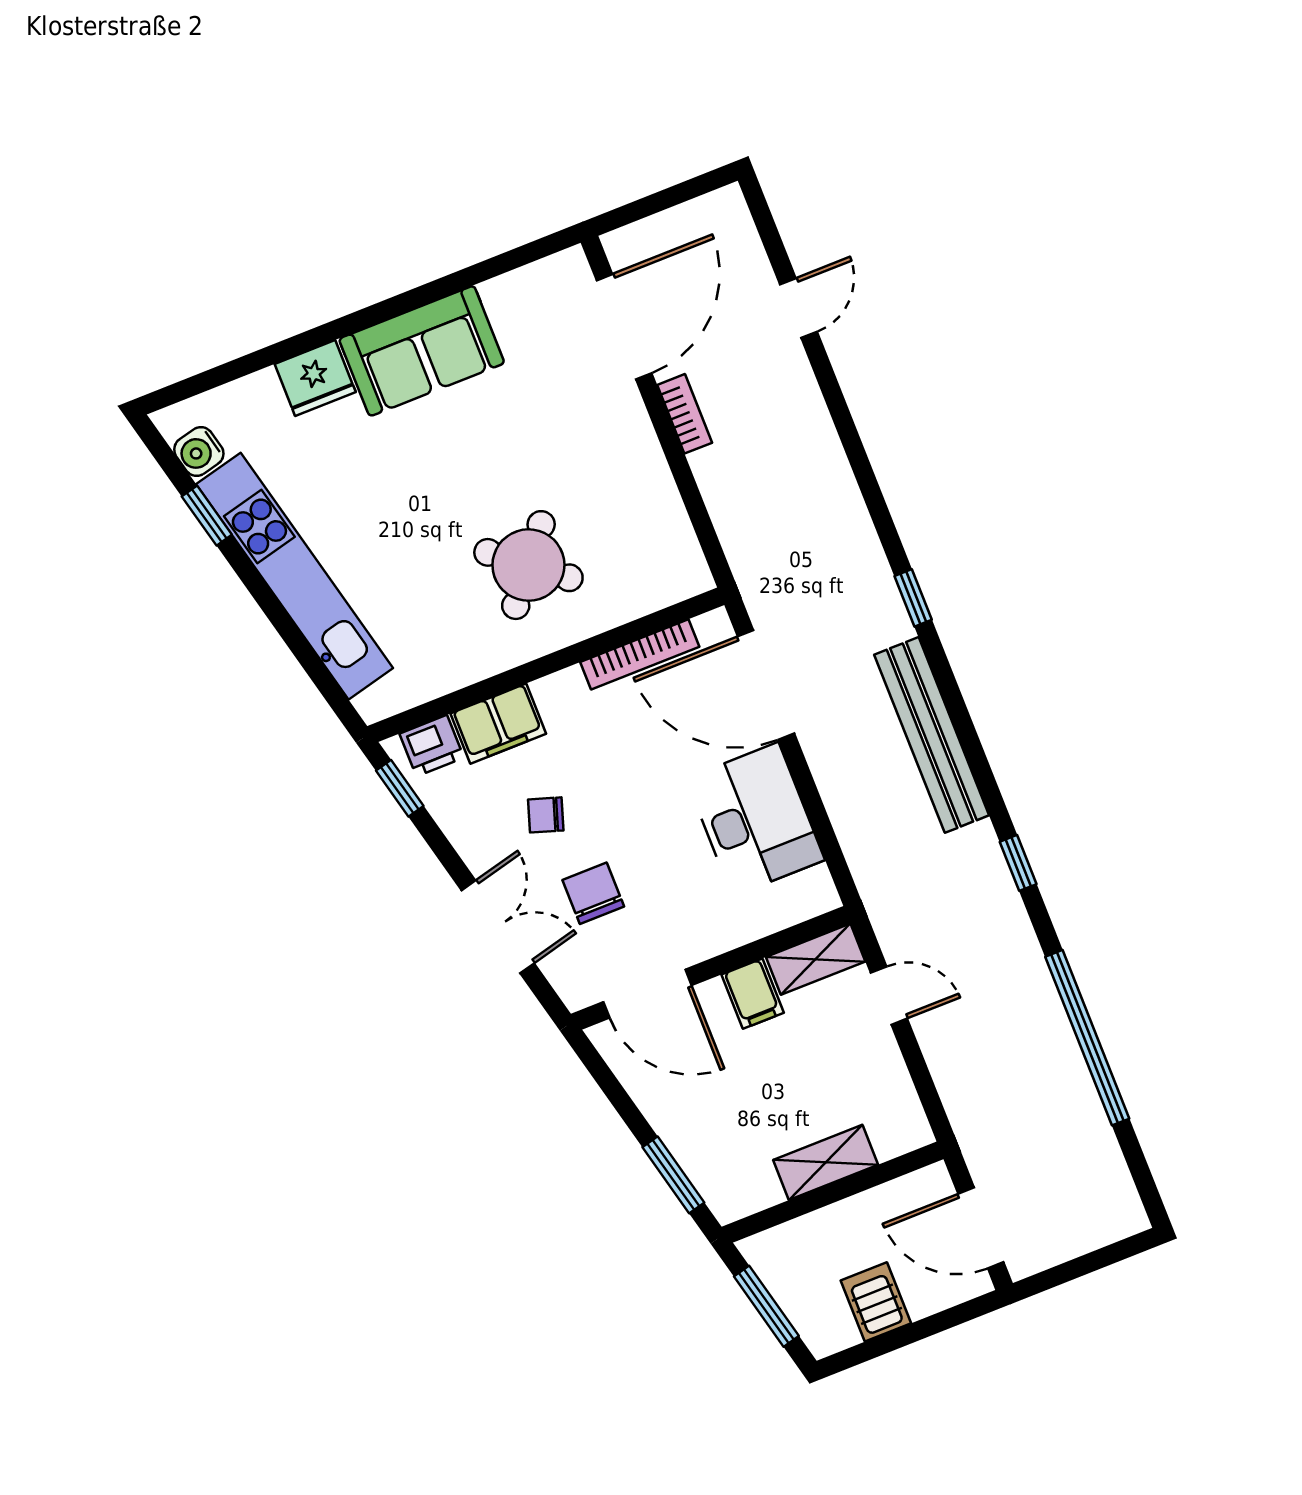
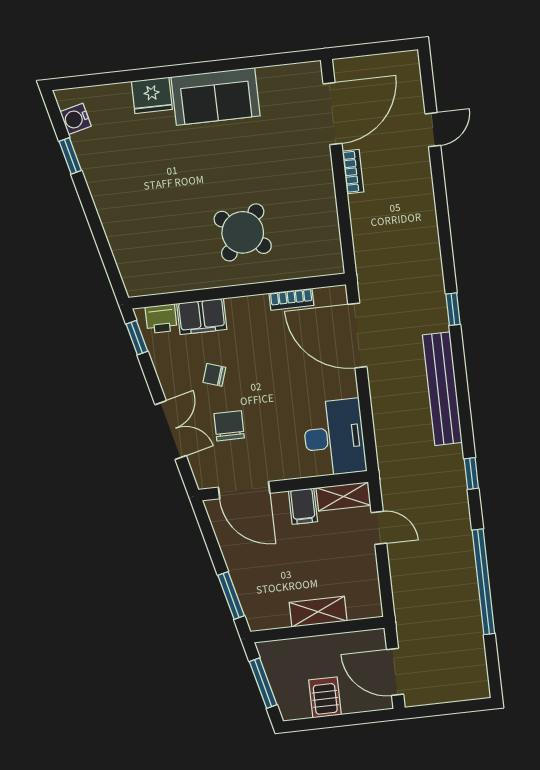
kitchen unit: (295, 576) -> (110, 203), removed
bookcase: (640, 654) -> (291, 299), width x0.64
desk: (755, 819) -> (334, 438), moved

